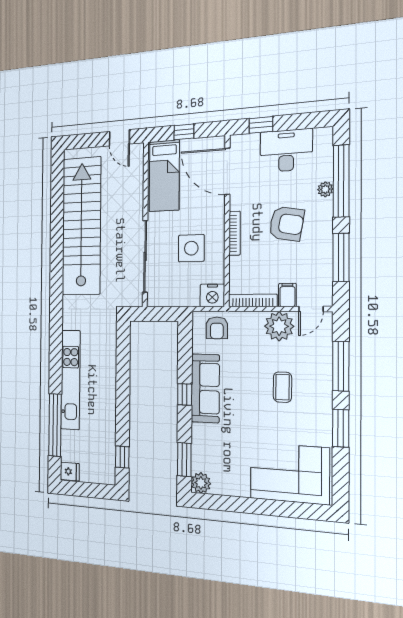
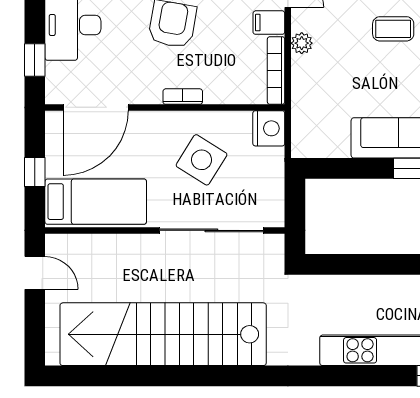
door: (119, 138) -> (35, 273), hinge flipped
bookcase: (235, 233) -> (183, 97), width x0.64
side table: (191, 248) -> (202, 160), turned 32
plant: (279, 326) -> (302, 43), width x0.53, depth x0.53
armchair: (217, 328) -> (314, 122), removed

